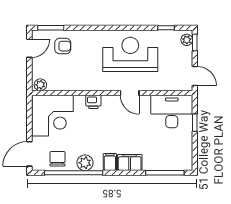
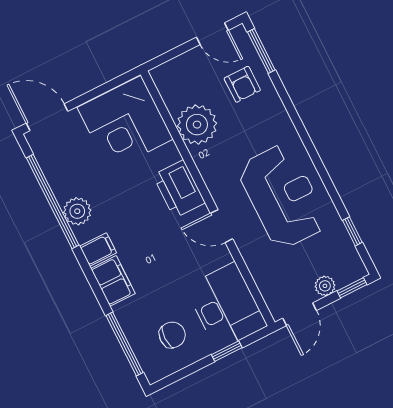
plant: (187, 40) -> (325, 286), moved
plant: (40, 85) -> (197, 125), moved, width x1.87, depth x1.87
door: (130, 93) -> (222, 226), hinge flipped
printer: (93, 102) -> (179, 189), width x1.87, depth x1.48
chair: (57, 159) -> (172, 335), moved

